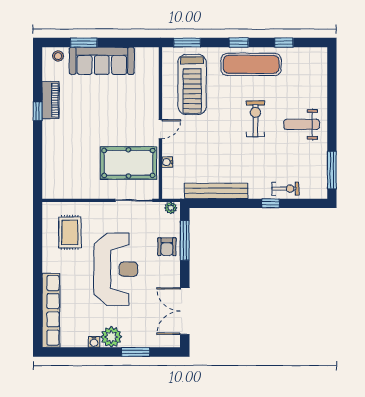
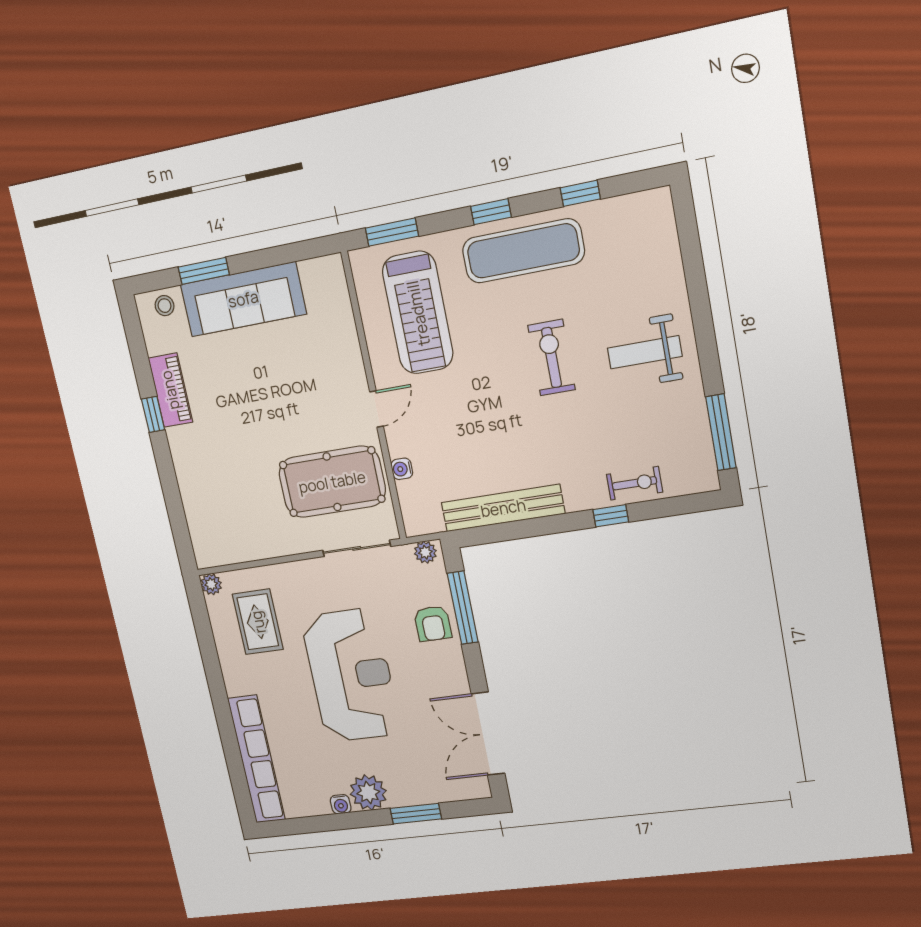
plant: (48, 208) -> (211, 584), added

